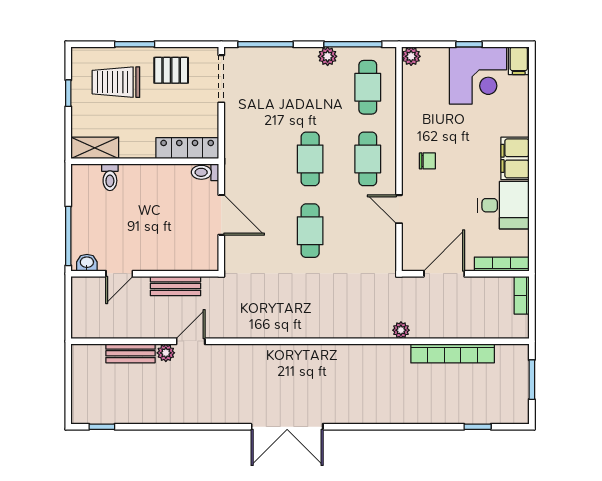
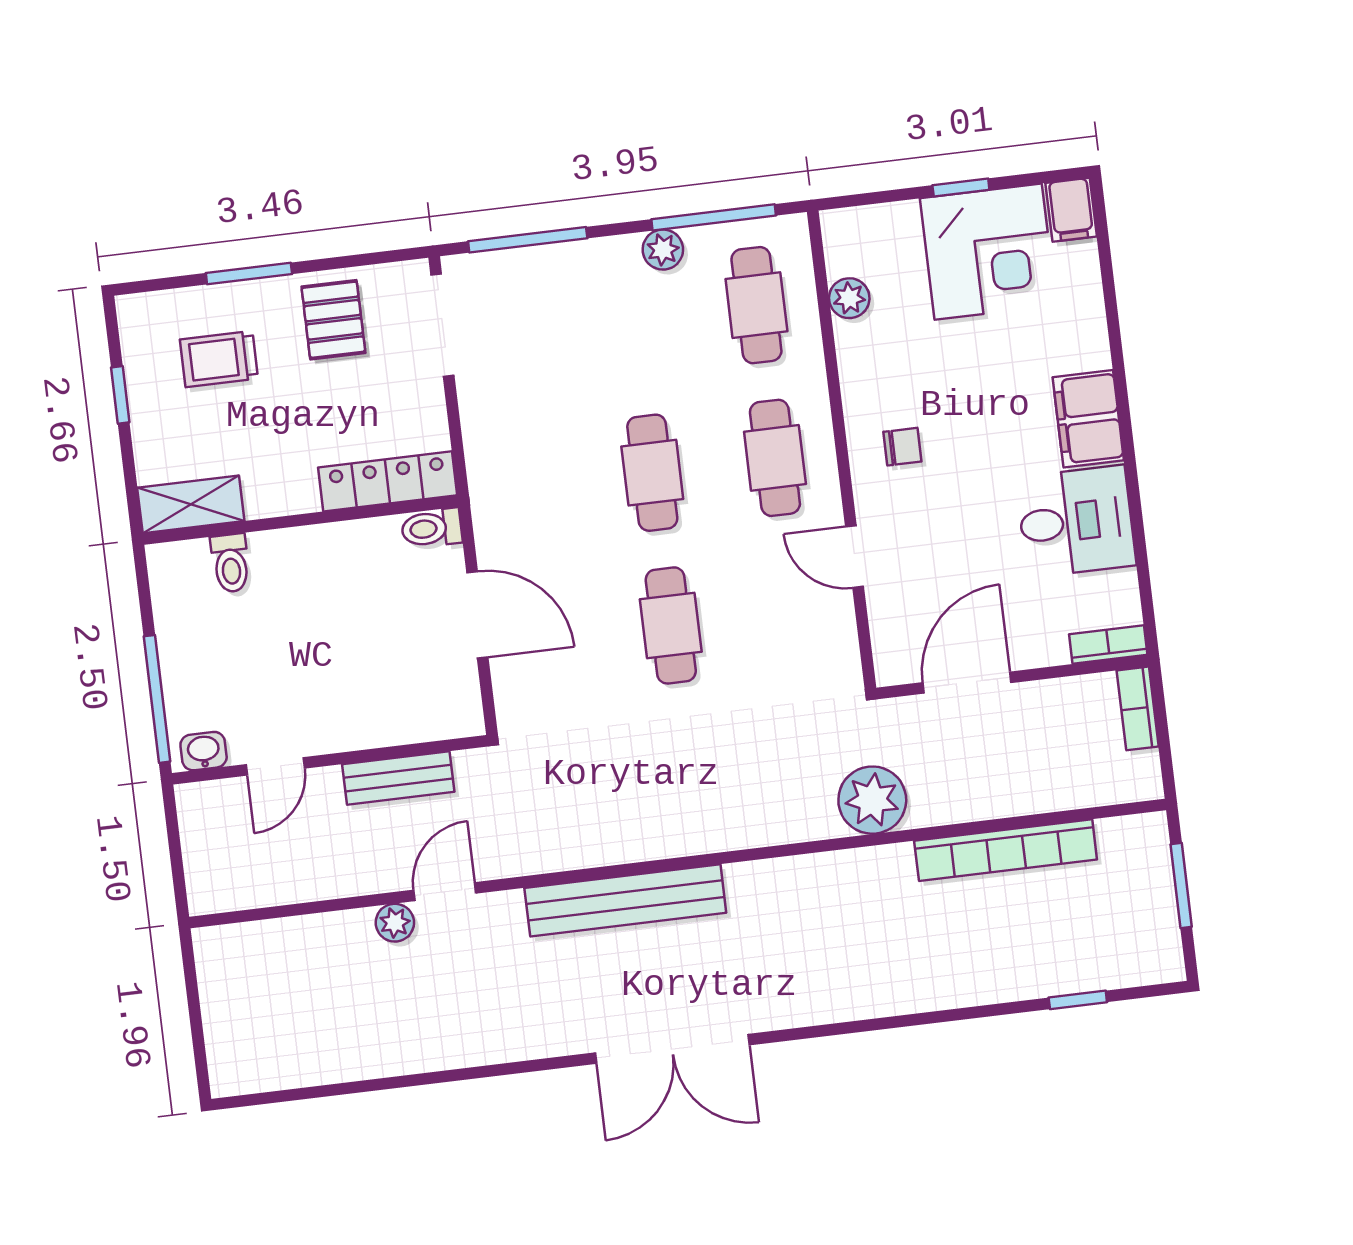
plant: (411, 56) -> (849, 298), moved
pallet: (171, 70) -> (333, 320), turned 90
trolley: (116, 82) -> (219, 359), width x0.73, depth x0.72
bookcase: (502, 264) -> (1108, 645), width x0.64
plant: (401, 330) -> (872, 800), width x1.88, depth x1.88
bench: (130, 353) -> (625, 900), moved, width x1.86, depth x1.21
window: (102, 427) -> (278, 1097), removed

